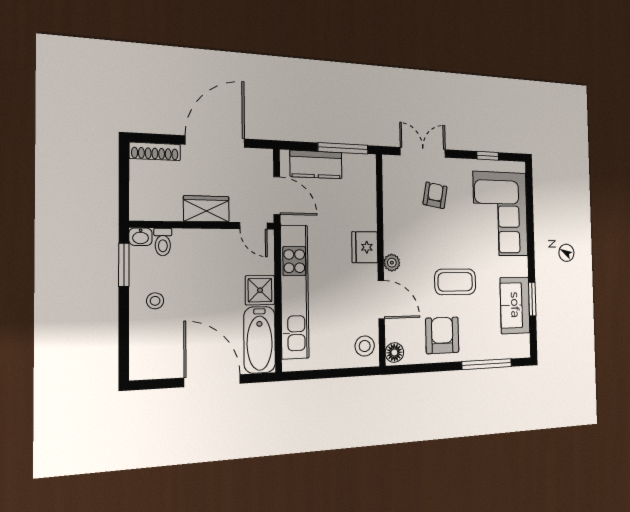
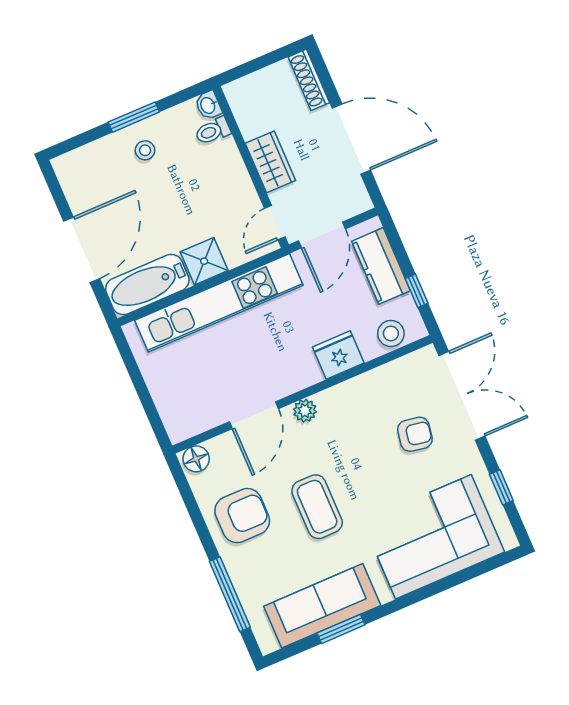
window: (343, 148) -> (417, 291), width x0.46
double door: (423, 152) -> (462, 396), width x1.37
fridge: (365, 247) -> (338, 355), moved
window: (124, 265) -> (134, 117), moved
sofa: (515, 305) -> (322, 606), width x1.36
stool: (365, 346) -> (391, 333), moved

